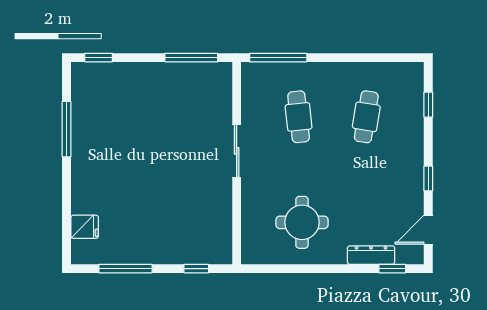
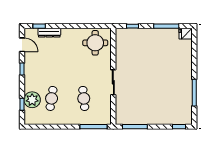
plant: (407, 114) -> (32, 100), added
round table: (302, 222) -> (95, 43), moved
fridge: (85, 227) -> (186, 34), moved
door: (428, 230) -> (22, 45), hinge flipped

